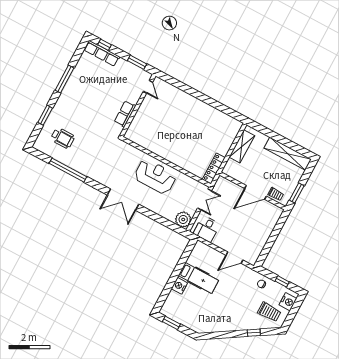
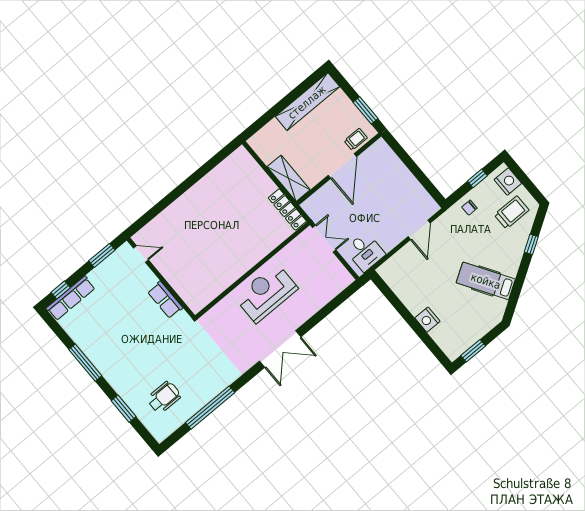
shelving: (242, 146) -> (289, 178), moved
plant: (183, 219) -> (340, 279), removed
hospital bed: (198, 278) -> (486, 281), moved, turned -122

